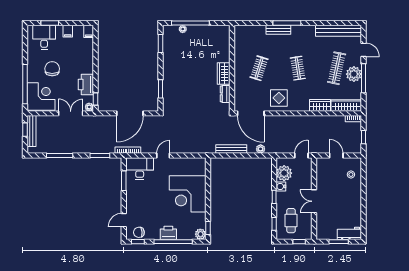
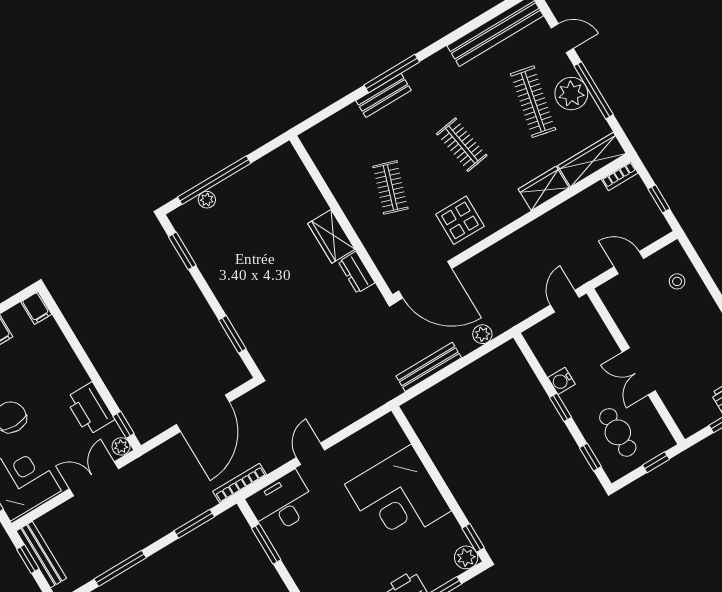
plant: (284, 173) -> (553, 353), removed

